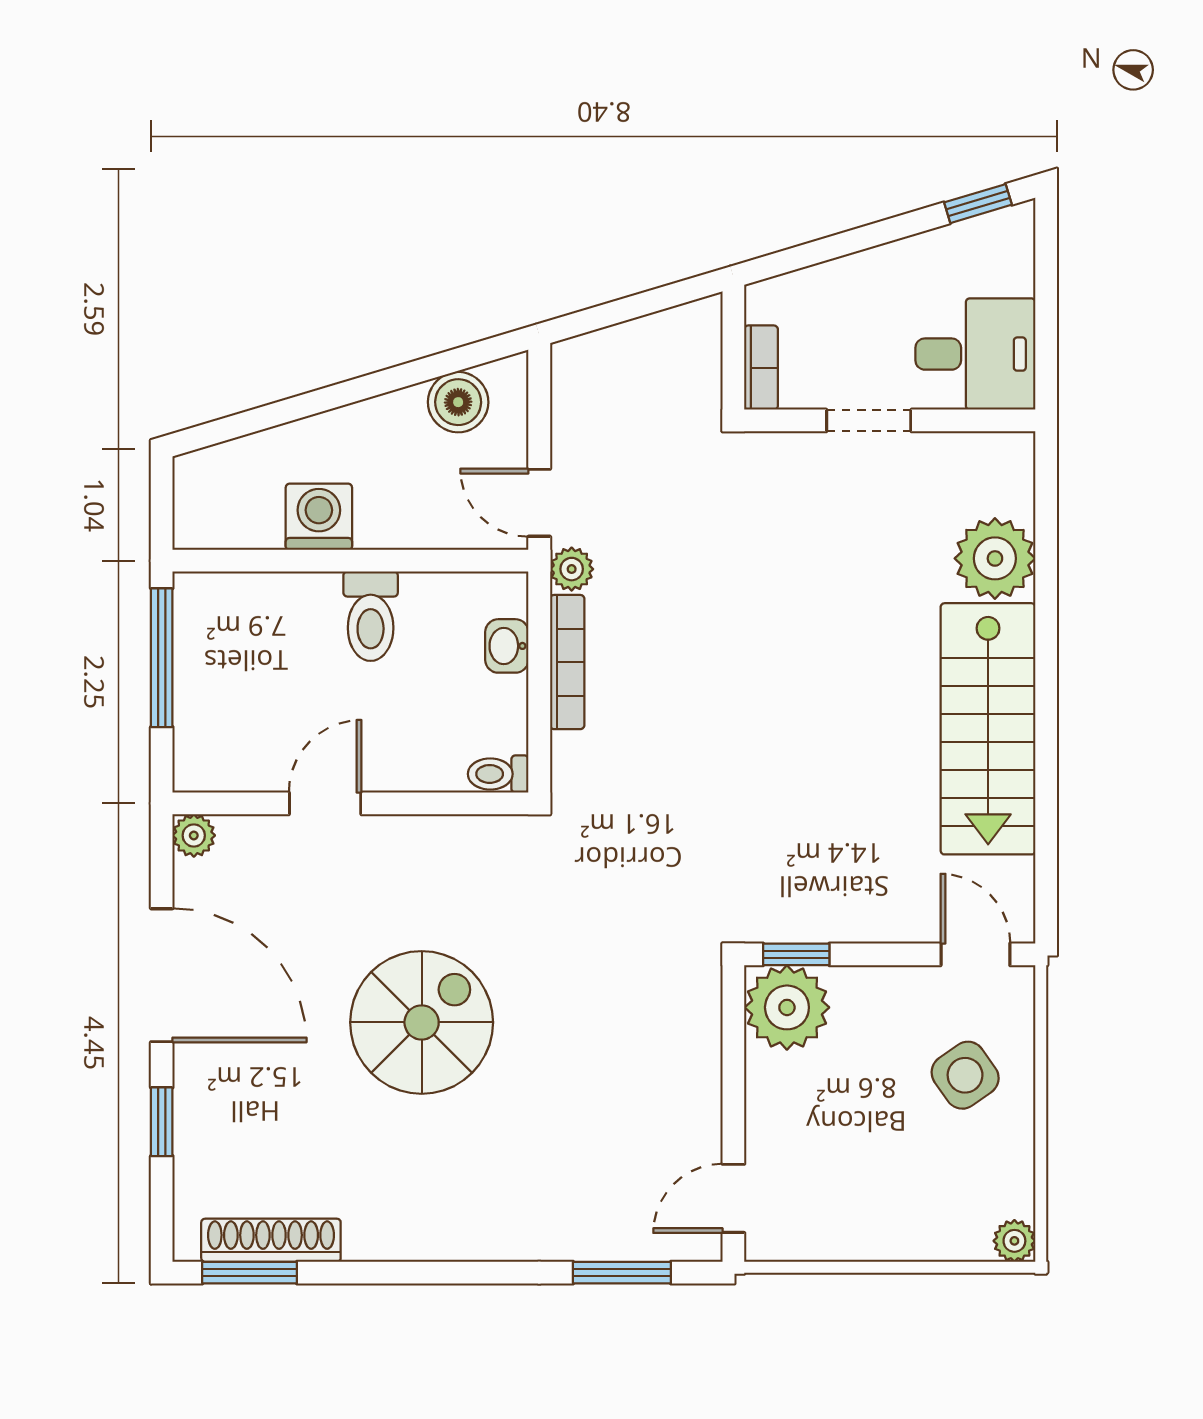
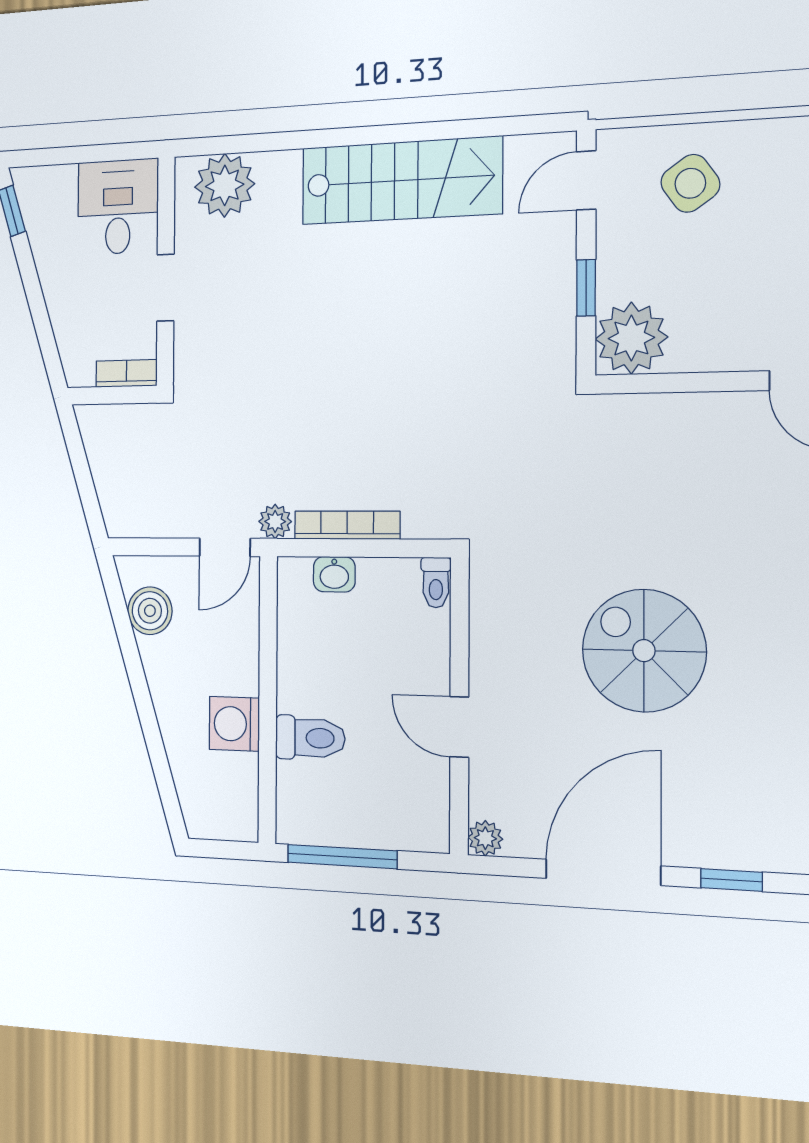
plant: (995, 558) -> (225, 185), moved
toilet: (371, 616) -> (310, 738), moved
window: (796, 954) -> (586, 288), moved

